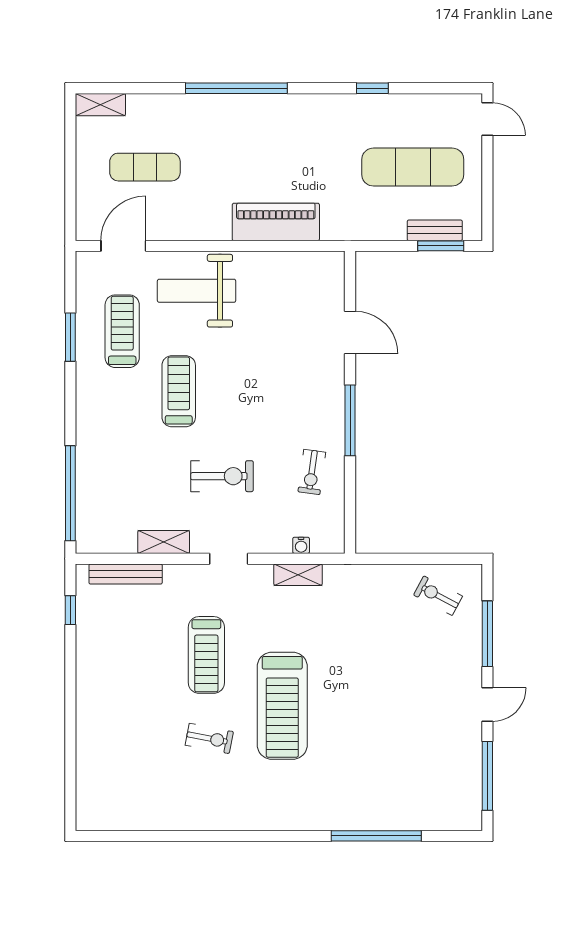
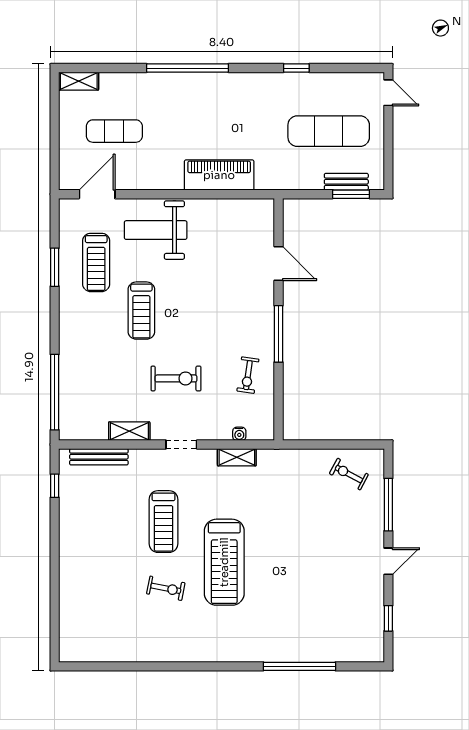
treadmill: (122, 331) -> (96, 262), turned 180
treadmill: (179, 391) -> (141, 311), turned 180
window: (487, 776) -> (388, 618), width x0.46

